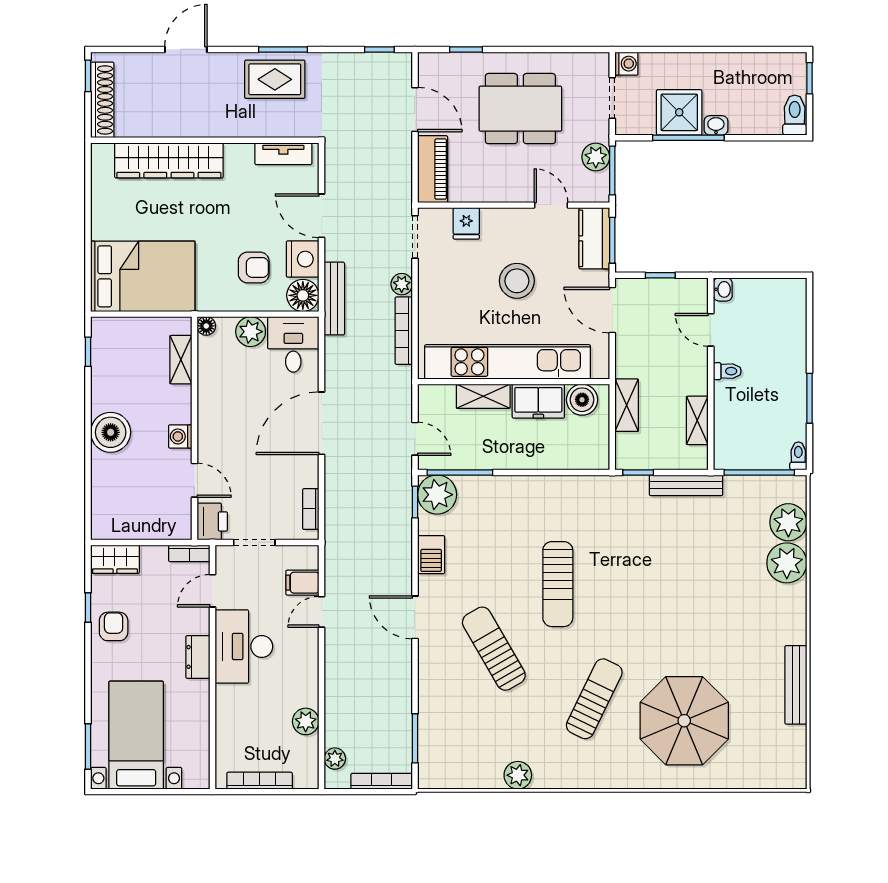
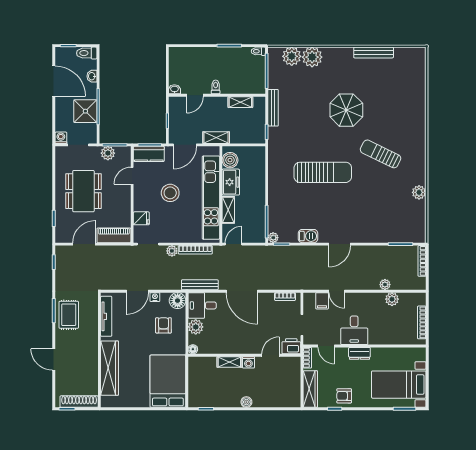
door: (739, 49) -> (54, 81), added
washbasin: (716, 125) -> (92, 76), moved
tv unit: (283, 154) -> (106, 316), width x1.41
nightstand: (303, 259) -> (155, 297), width x0.53, depth x0.56
bench: (334, 299) -> (200, 285), moved
shelving: (181, 360) -> (229, 362), moved
shelving: (627, 405) -> (216, 138), moved
boiler: (111, 432) -> (246, 402), width x0.54, depth x0.54
door: (415, 439) -> (234, 244), moved
plant: (437, 495) -> (273, 238), width x0.53, depth x0.53
wardrobe: (115, 559) -> (310, 389), width x1.50
sun lounger: (558, 584) -> (323, 172), width x1.36, depth x1.34
desk: (244, 647) -> (354, 330), width x0.73
sun lounger: (494, 649) -> (355, 205), removed
parasol: (684, 721) -> (346, 110), moved, width x0.73, depth x0.73
plant: (335, 759) -> (385, 285), moved

